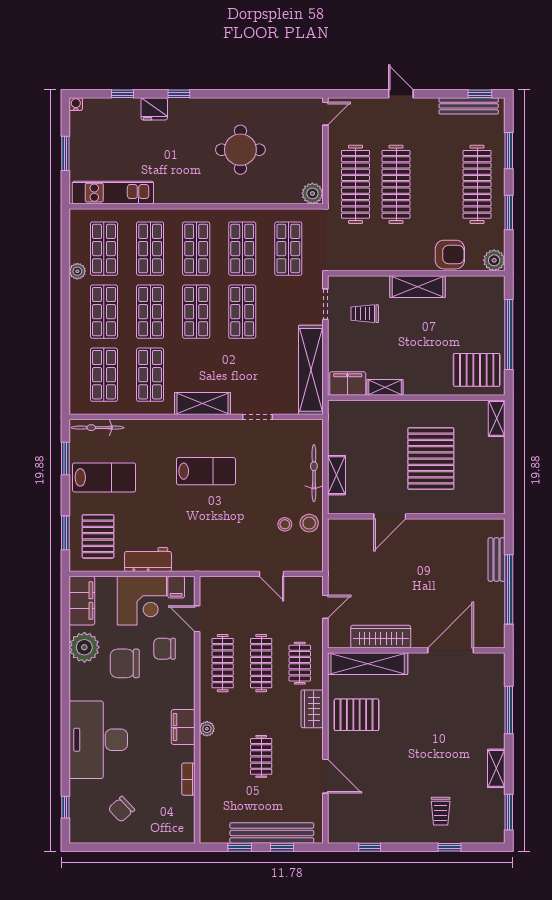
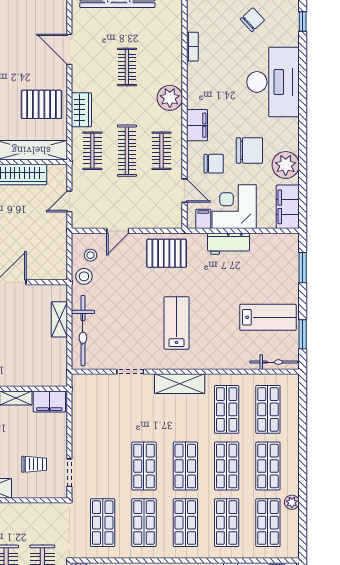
shelving: (311, 370) -> (82, 414), removed
lab bench: (206, 471) -> (177, 323), turned 90
bicycle: (314, 473) -> (83, 331), width x1.37, depth x1.40
lab bench: (104, 477) -> (268, 317), turned 180
stool: (285, 524) -> (91, 255), moved
pallet: (98, 536) -> (167, 253), moved, turned 90
door: (272, 574) -> (118, 231), swing flipped
clothes rail: (223, 663) -> (162, 151), width x0.73
filing cabinet: (183, 727) -> (197, 125), moved
plant: (207, 729) -> (170, 98), width x1.88, depth x1.88

